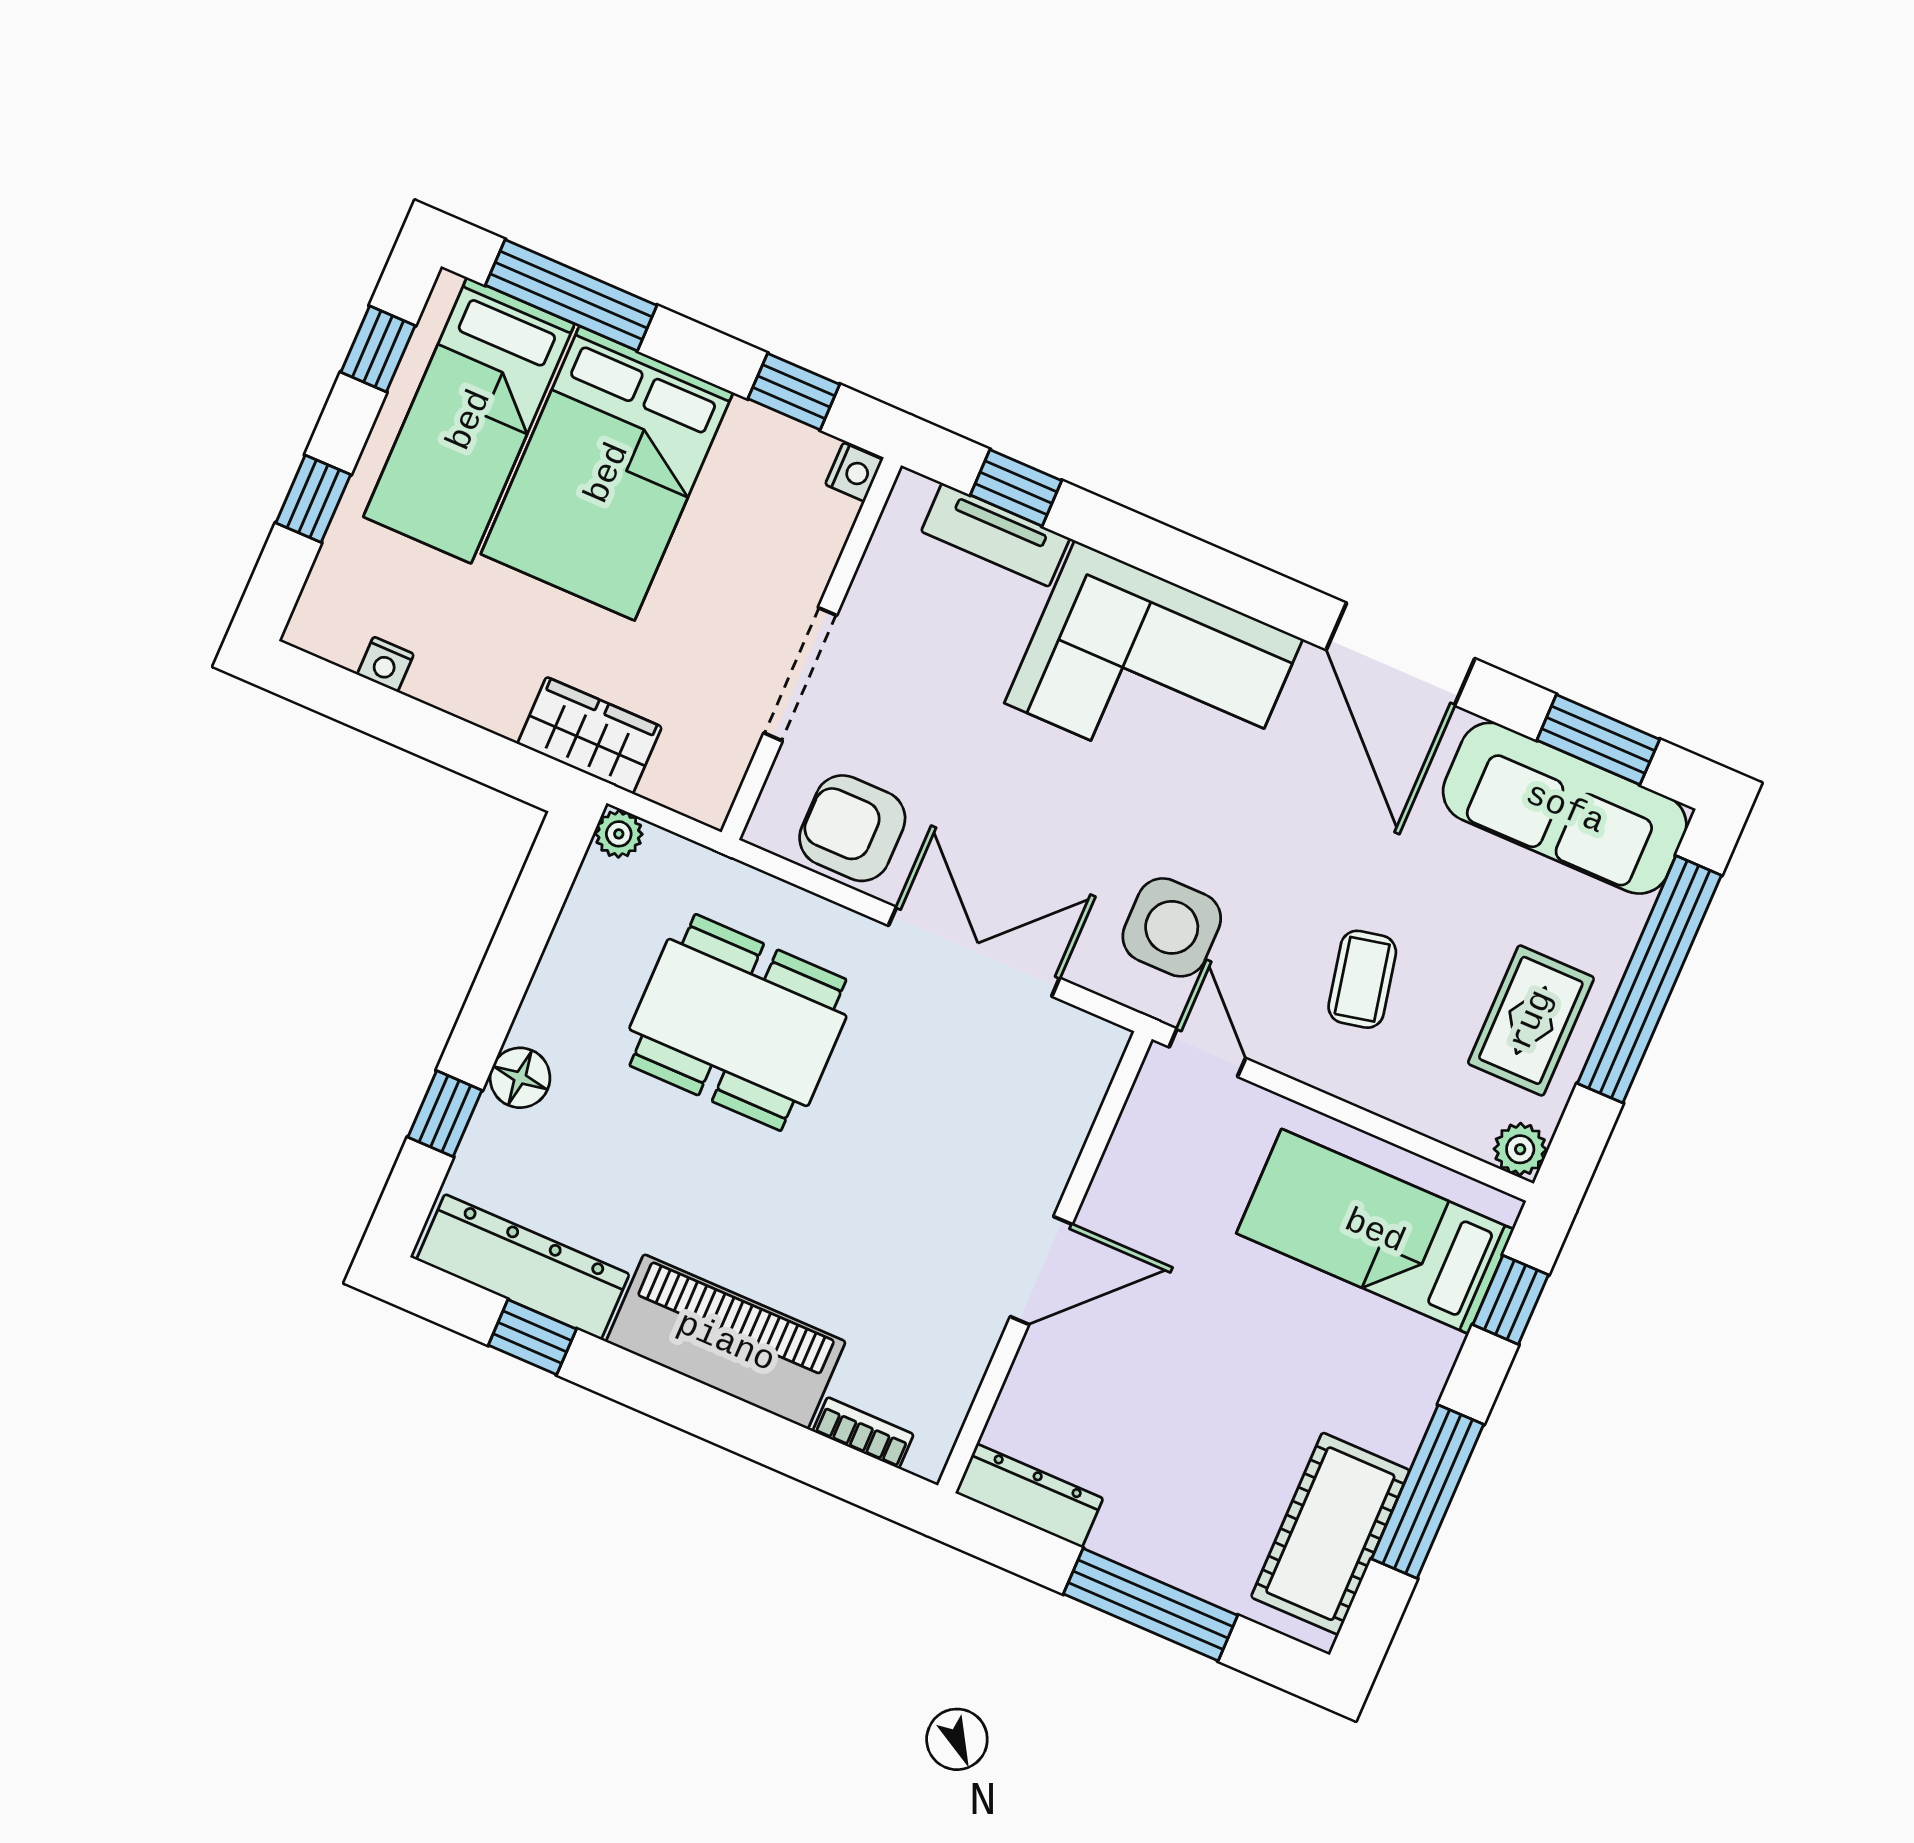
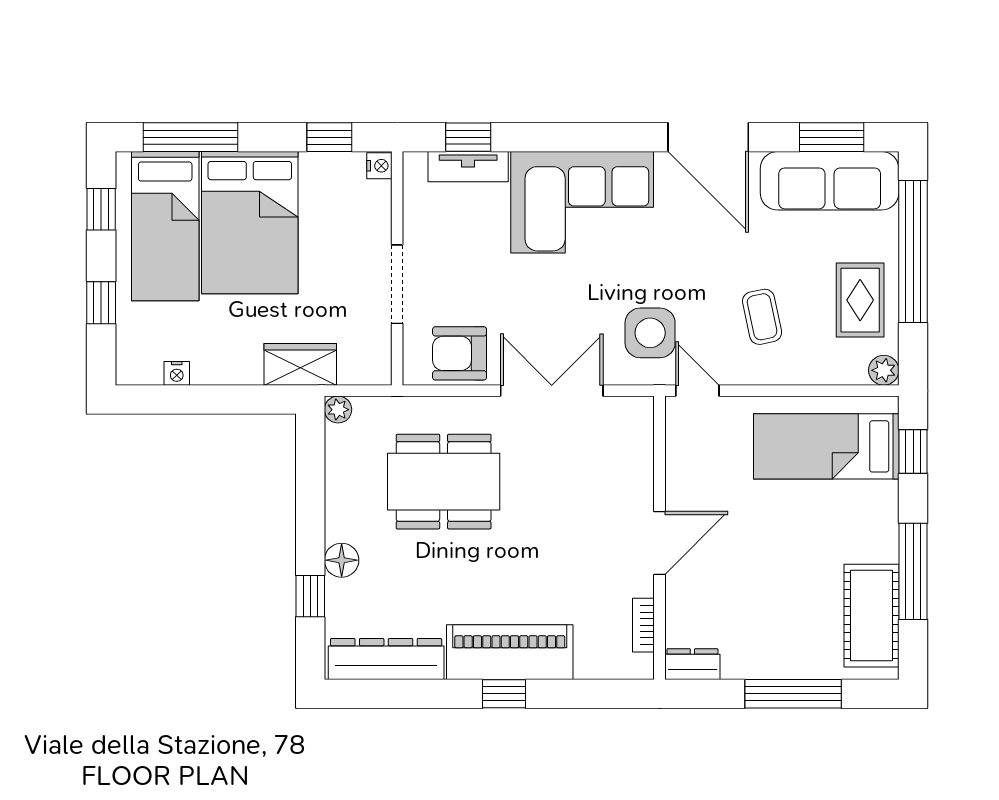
window: (532, 1337) -> (504, 694), moved
bookcase: (863, 1433) -> (643, 625), moved, turned -90
dresser: (1029, 1496) -> (692, 664), width x0.70

